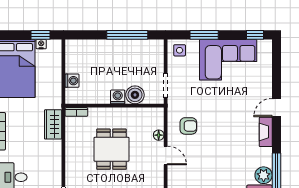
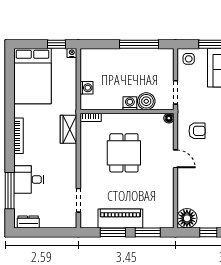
nightstand: (41, 44) -> (72, 53), moved
floor lamp: (159, 135) -> (169, 118), moved

